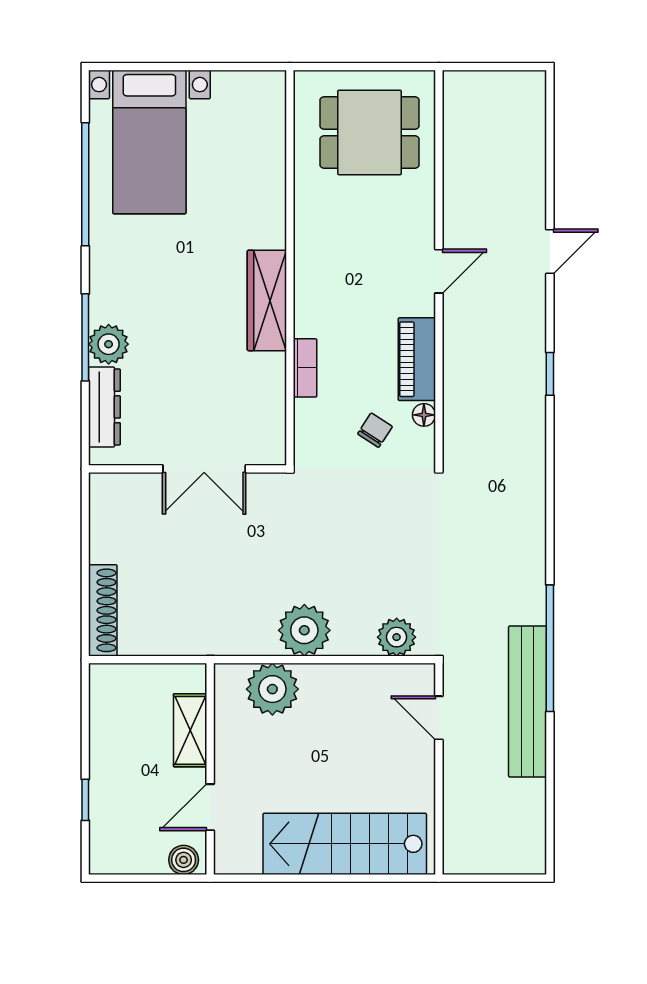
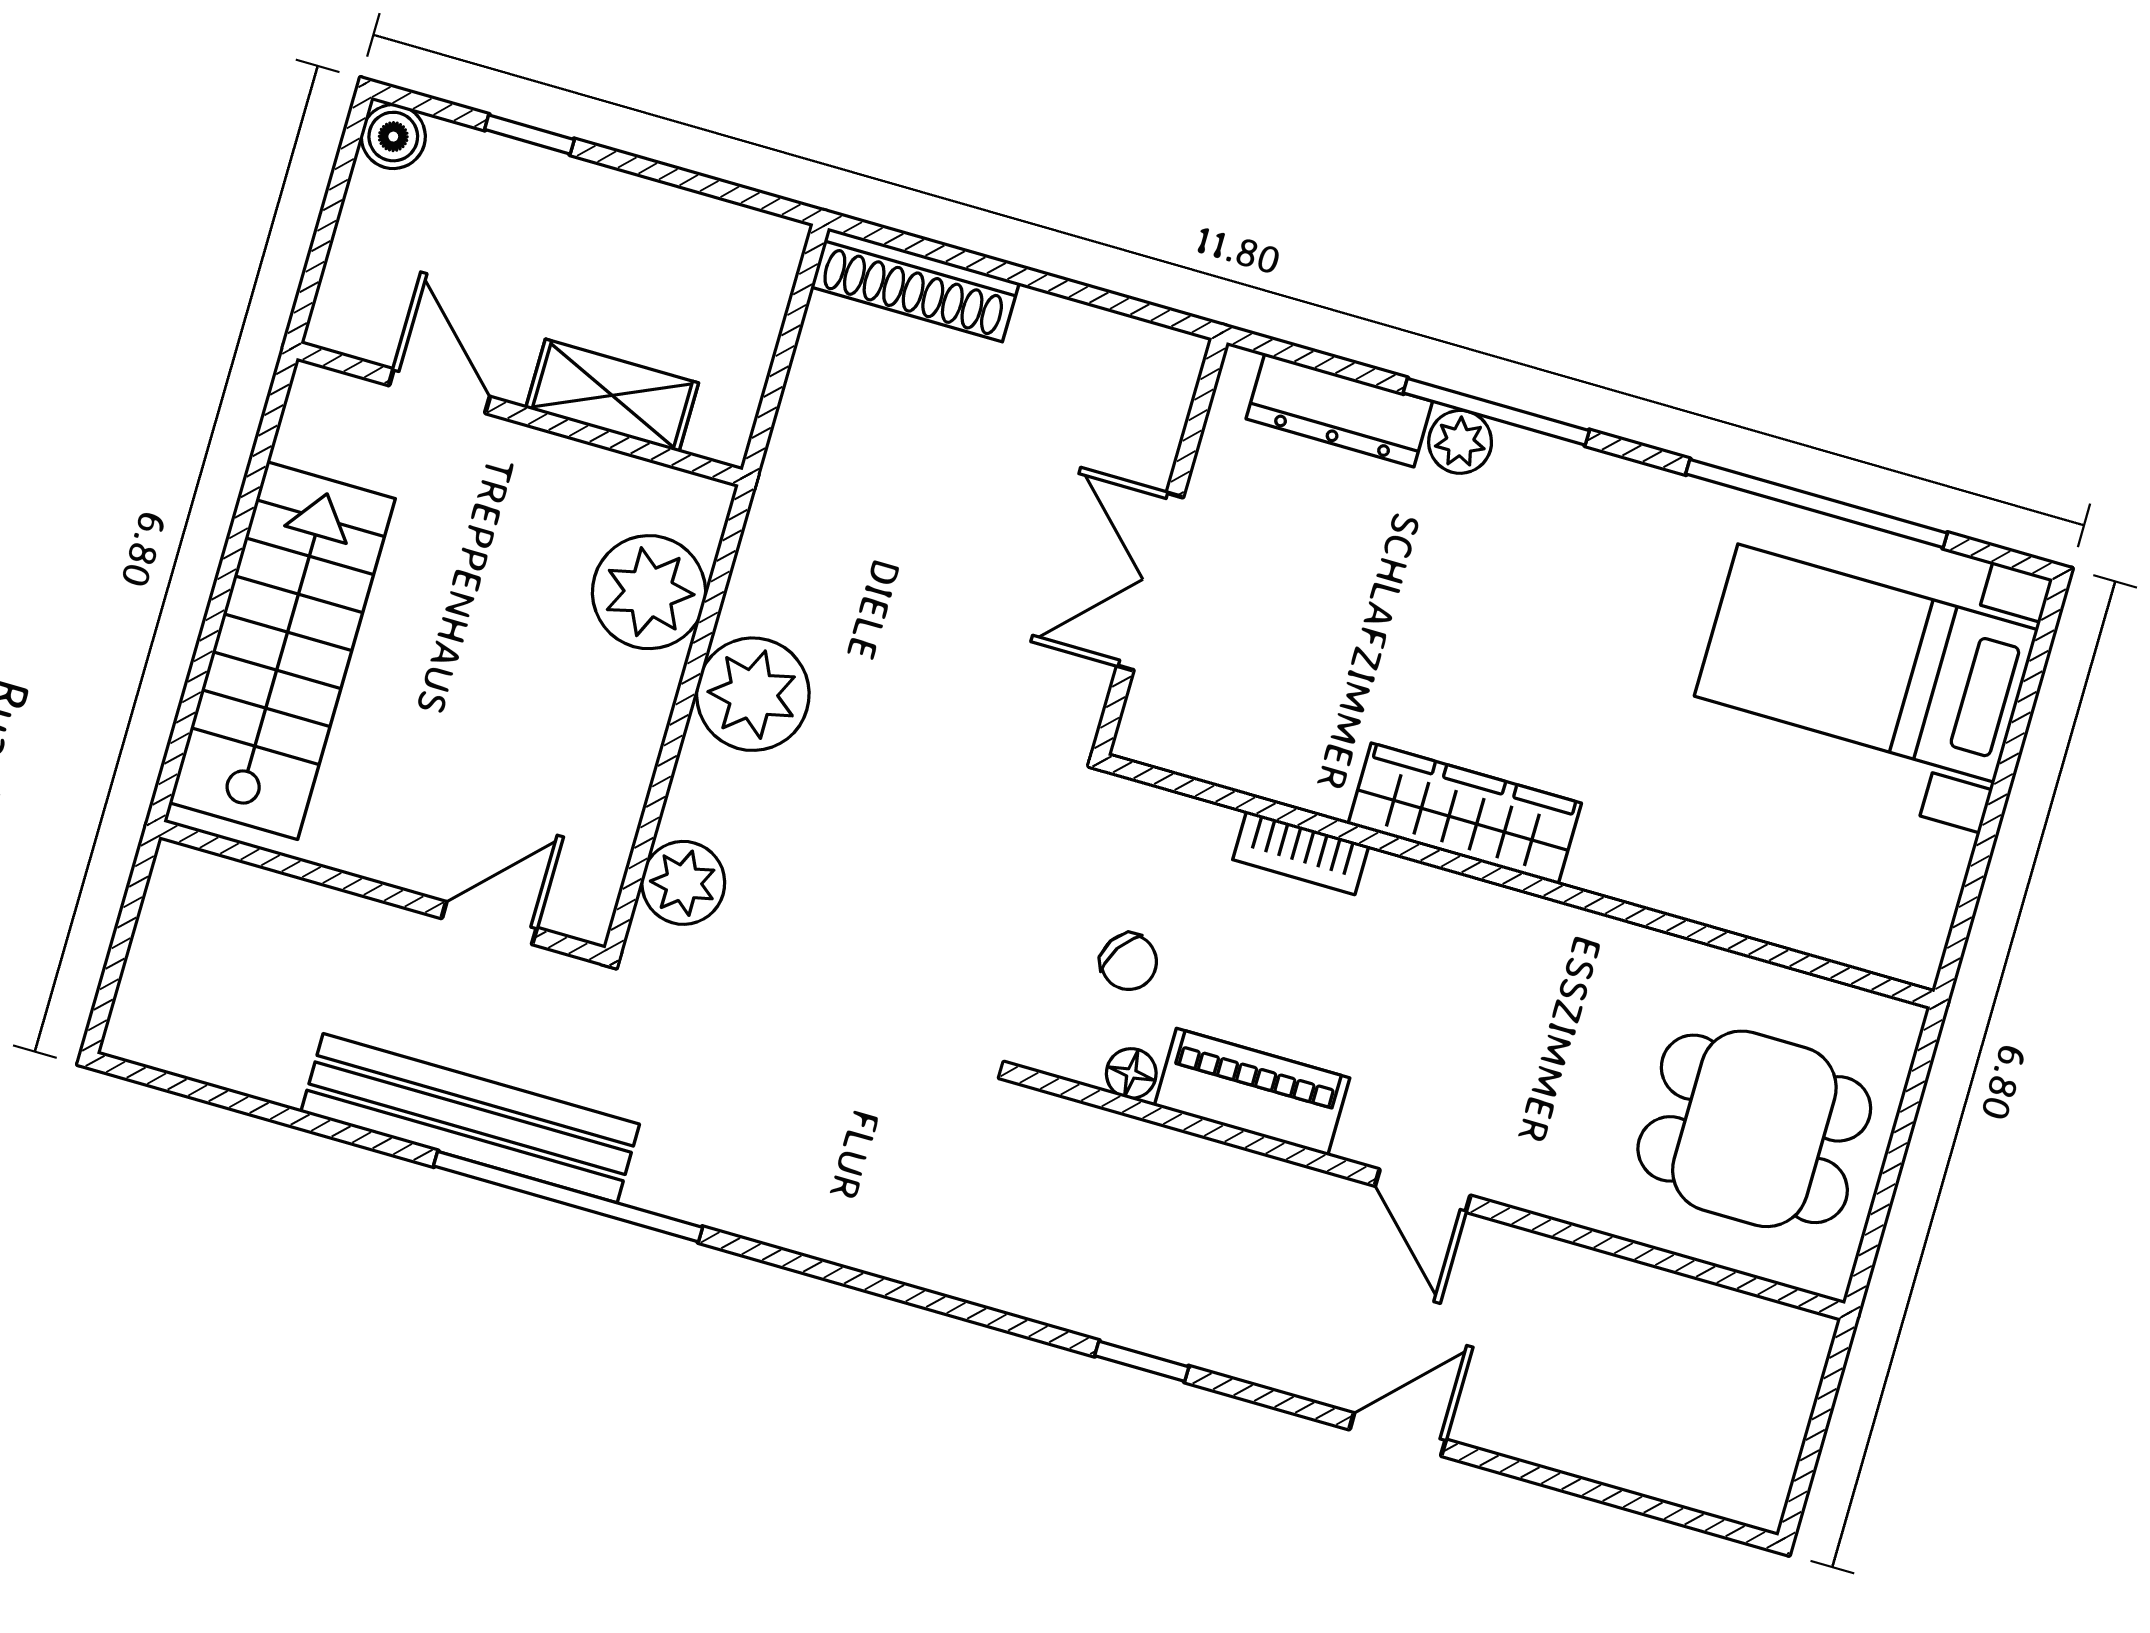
dining table: (370, 132) -> (1754, 1129), turned 90
door: (550, 251) -> (1398, 1435), swing flipped
plant: (109, 344) -> (1460, 442), width x0.73, depth x0.73
boiler: (184, 860) -> (393, 137), moved

